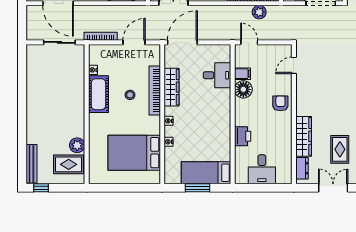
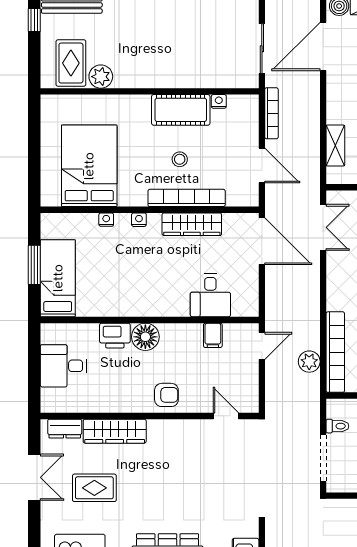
floor lamp: (243, 89) -> (145, 337), moved

